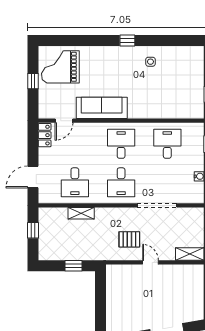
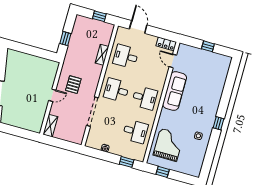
grand piano: (60, 67) -> (168, 145), moved

